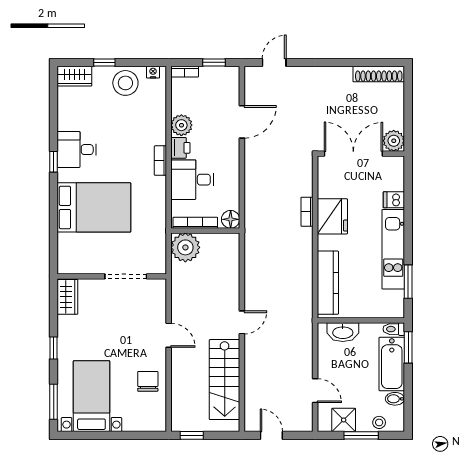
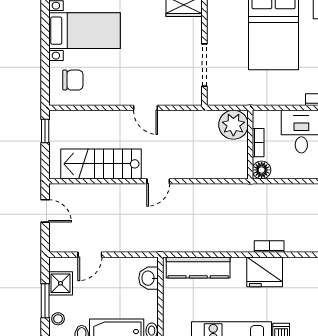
bookcase: (195, 223) -> (258, 143), width x0.64
door: (242, 322) -> (158, 181), hinge flipped
washbasin: (343, 332) -> (149, 278), width x0.72
door: (169, 335) -> (145, 108), hinge flipped
chair: (148, 381) -> (73, 80), moved
door: (271, 435) -> (45, 211), hinge flipped

